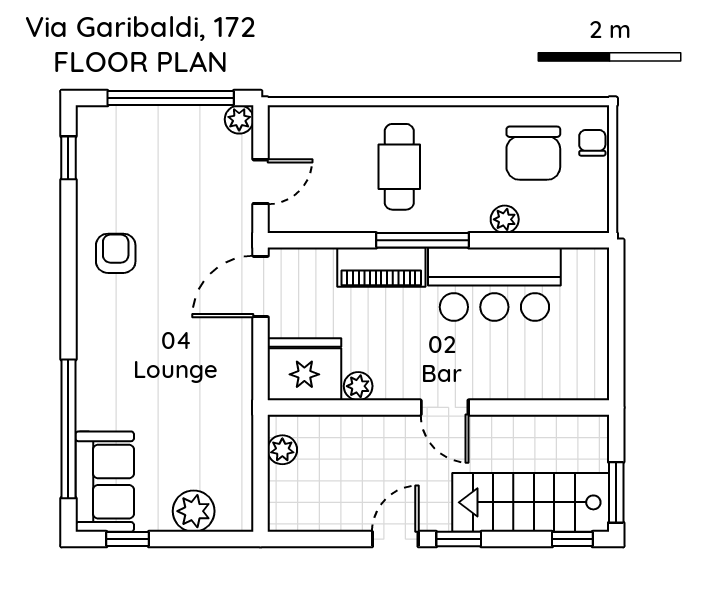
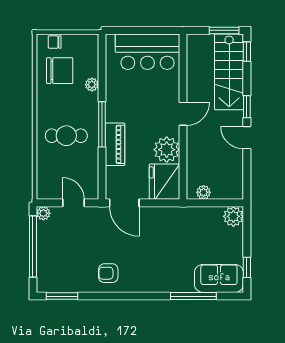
window: (68, 158) -> (62, 296), width x1.50
bar counter: (494, 284) -> (147, 52), moved, turned 90
plant: (358, 386) -> (167, 150), width x1.88, depth x1.88
window: (68, 429) -> (193, 296), width x0.68
plant: (194, 511) -> (233, 216), moved

